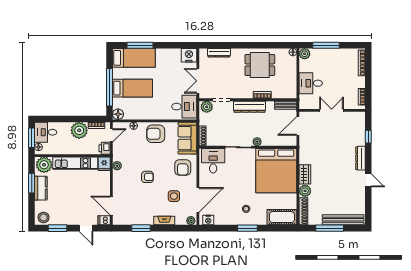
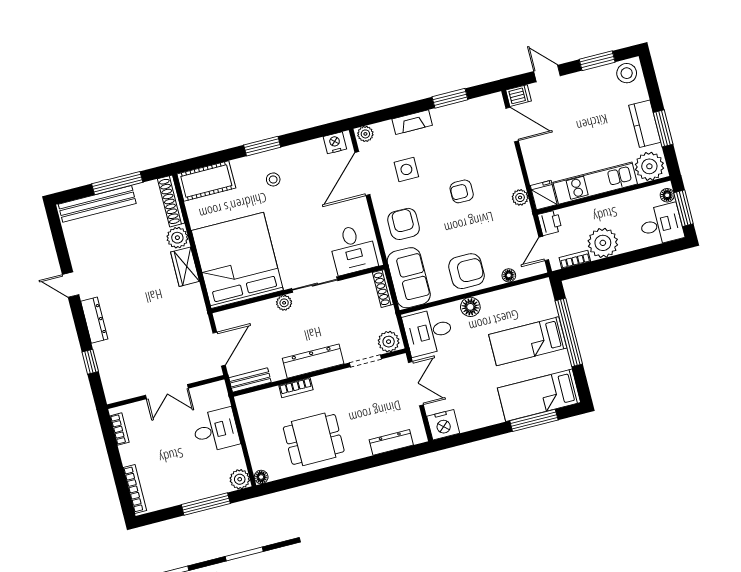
floor lamp: (118, 114) -> (470, 307), moved

